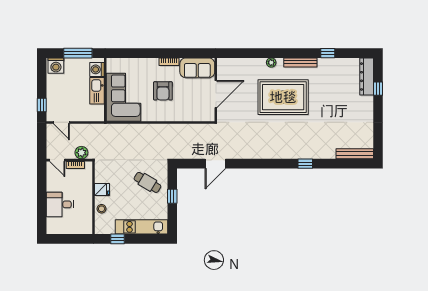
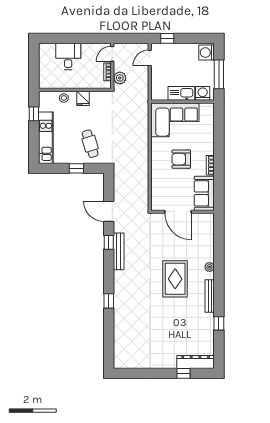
rug: (283, 97) -> (175, 279), width x0.73, depth x0.69
bench: (355, 154) -> (119, 251), moved
window: (247, 164) -> (109, 242), added
cafe table: (147, 182) -> (90, 144), turned -48

